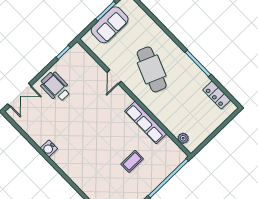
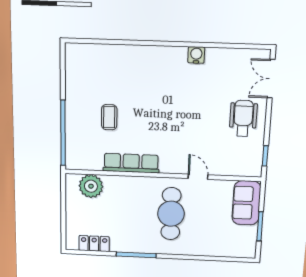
sofa: (110, 25) -> (246, 203), moved
cafe table: (152, 69) -> (171, 214), turned 68
wheelchair: (56, 87) -> (243, 118), turned -90
plant: (183, 138) -> (91, 186), width x1.88, depth x1.88

